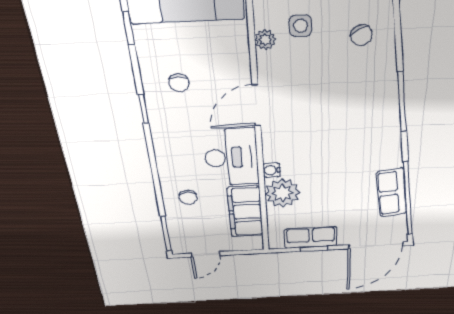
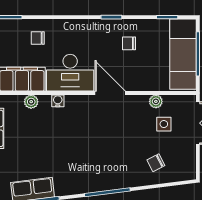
plant: (282, 193) -> (31, 102), width x0.53, depth x0.53

